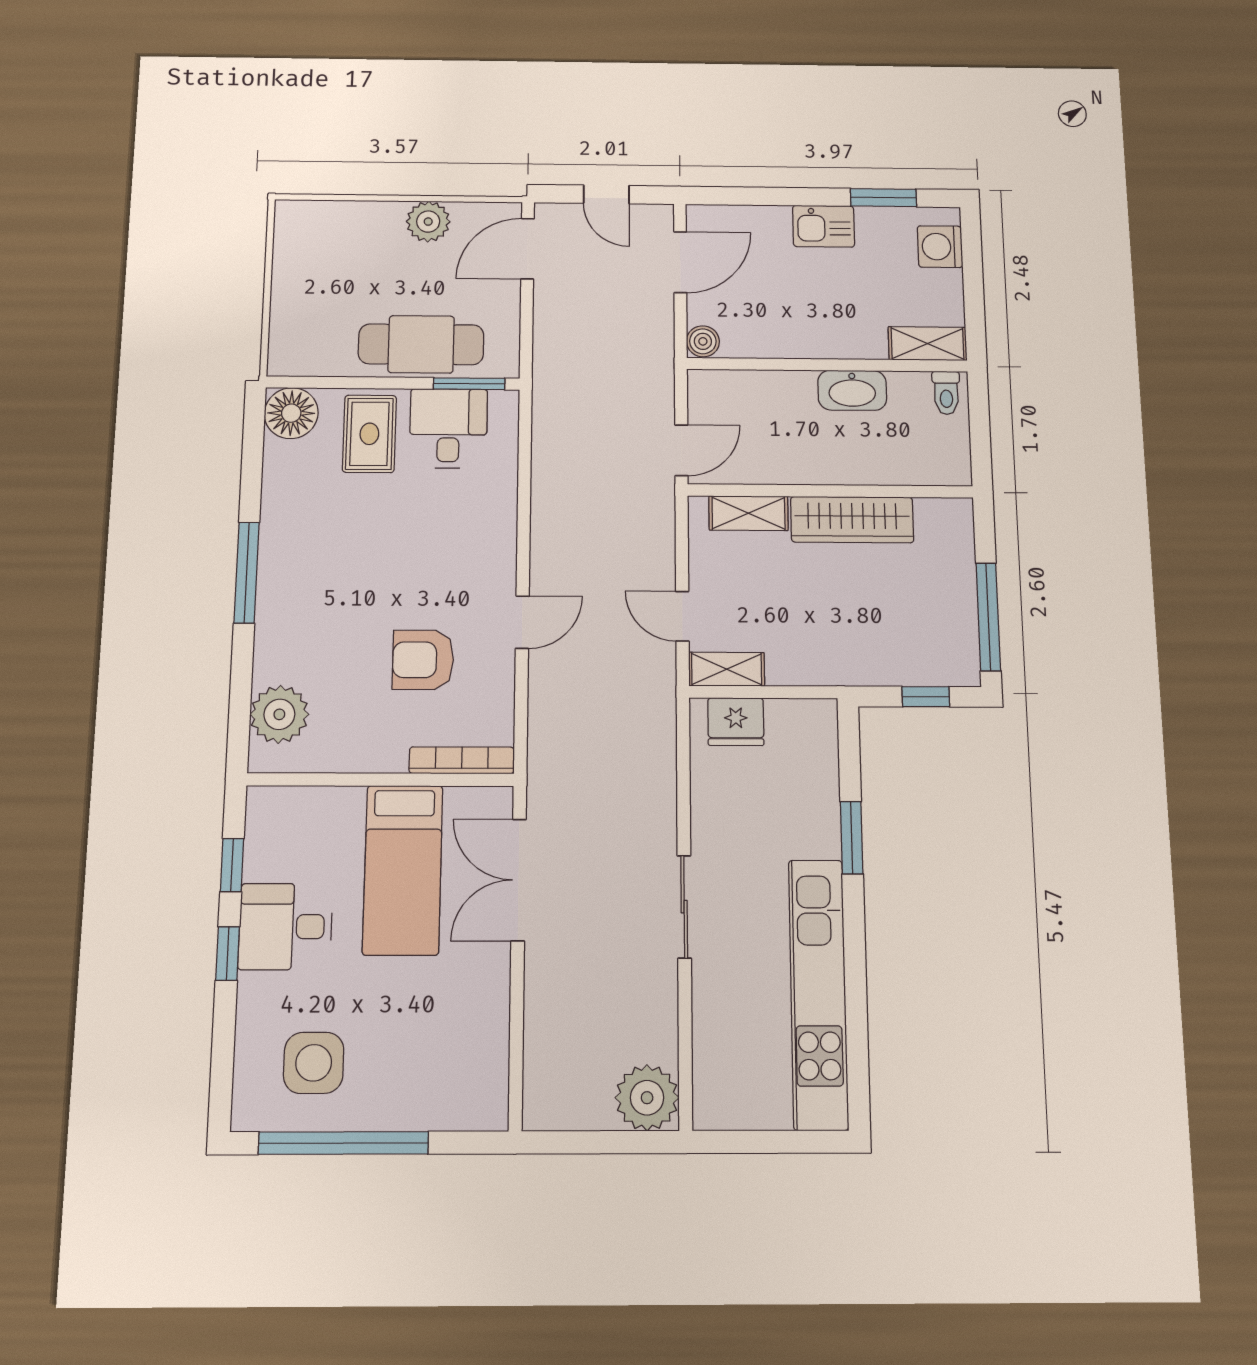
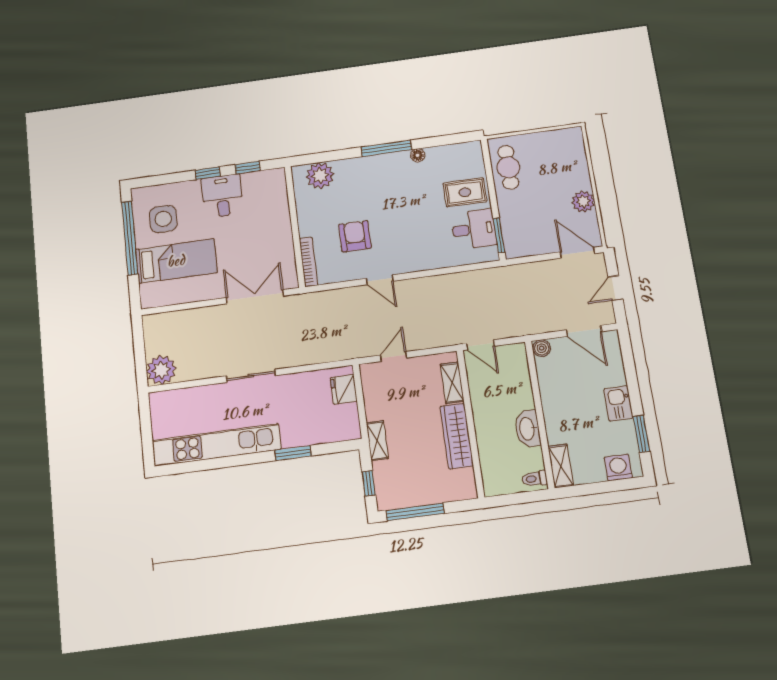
cafe table: (421, 344) -> (508, 167), moved, width x0.73, depth x0.74
floor lamp: (291, 413) -> (418, 155), moved, width x0.53, depth x0.53
shelving: (727, 669) -> (377, 441), moved
bed: (403, 870) -> (176, 261), moved, turned 180

